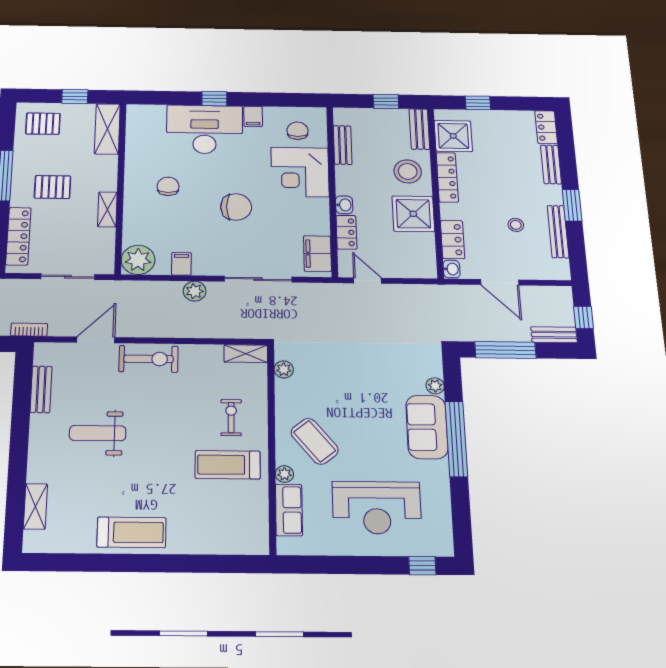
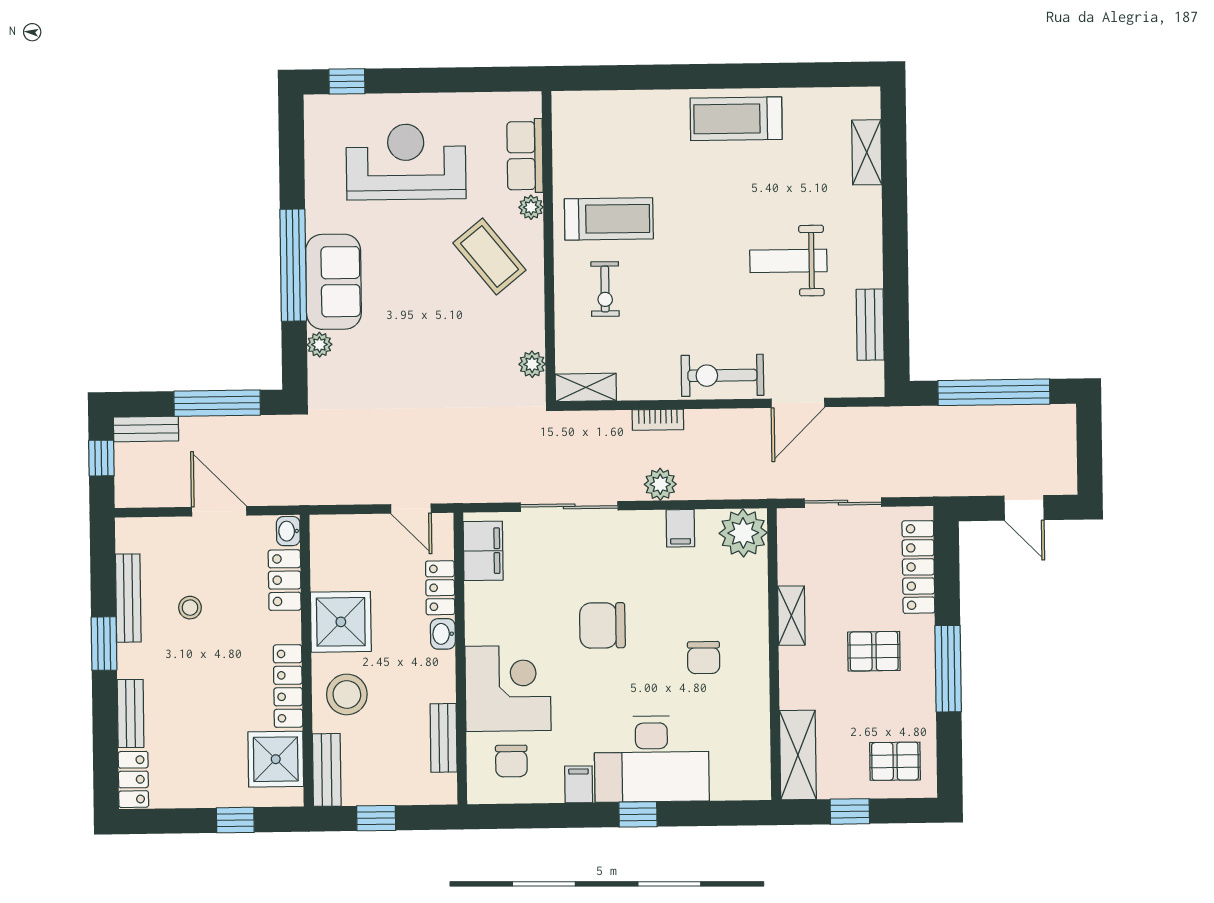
bookcase: (29, 330) -> (658, 420), moved
weight bench: (98, 433) -> (788, 261), turned 180

